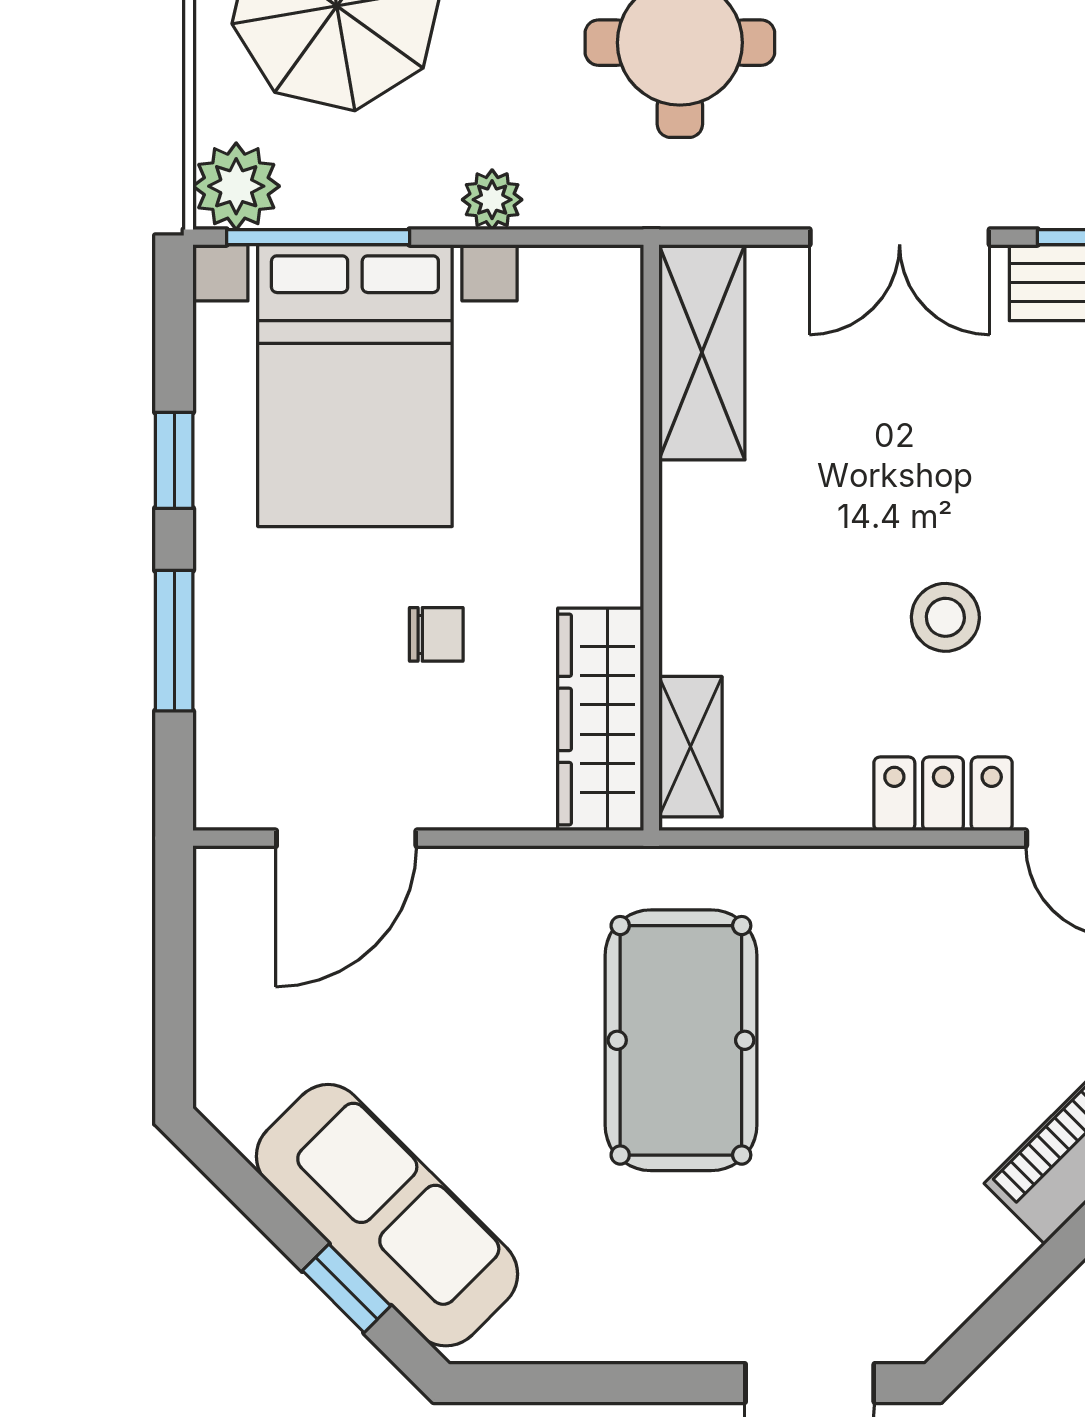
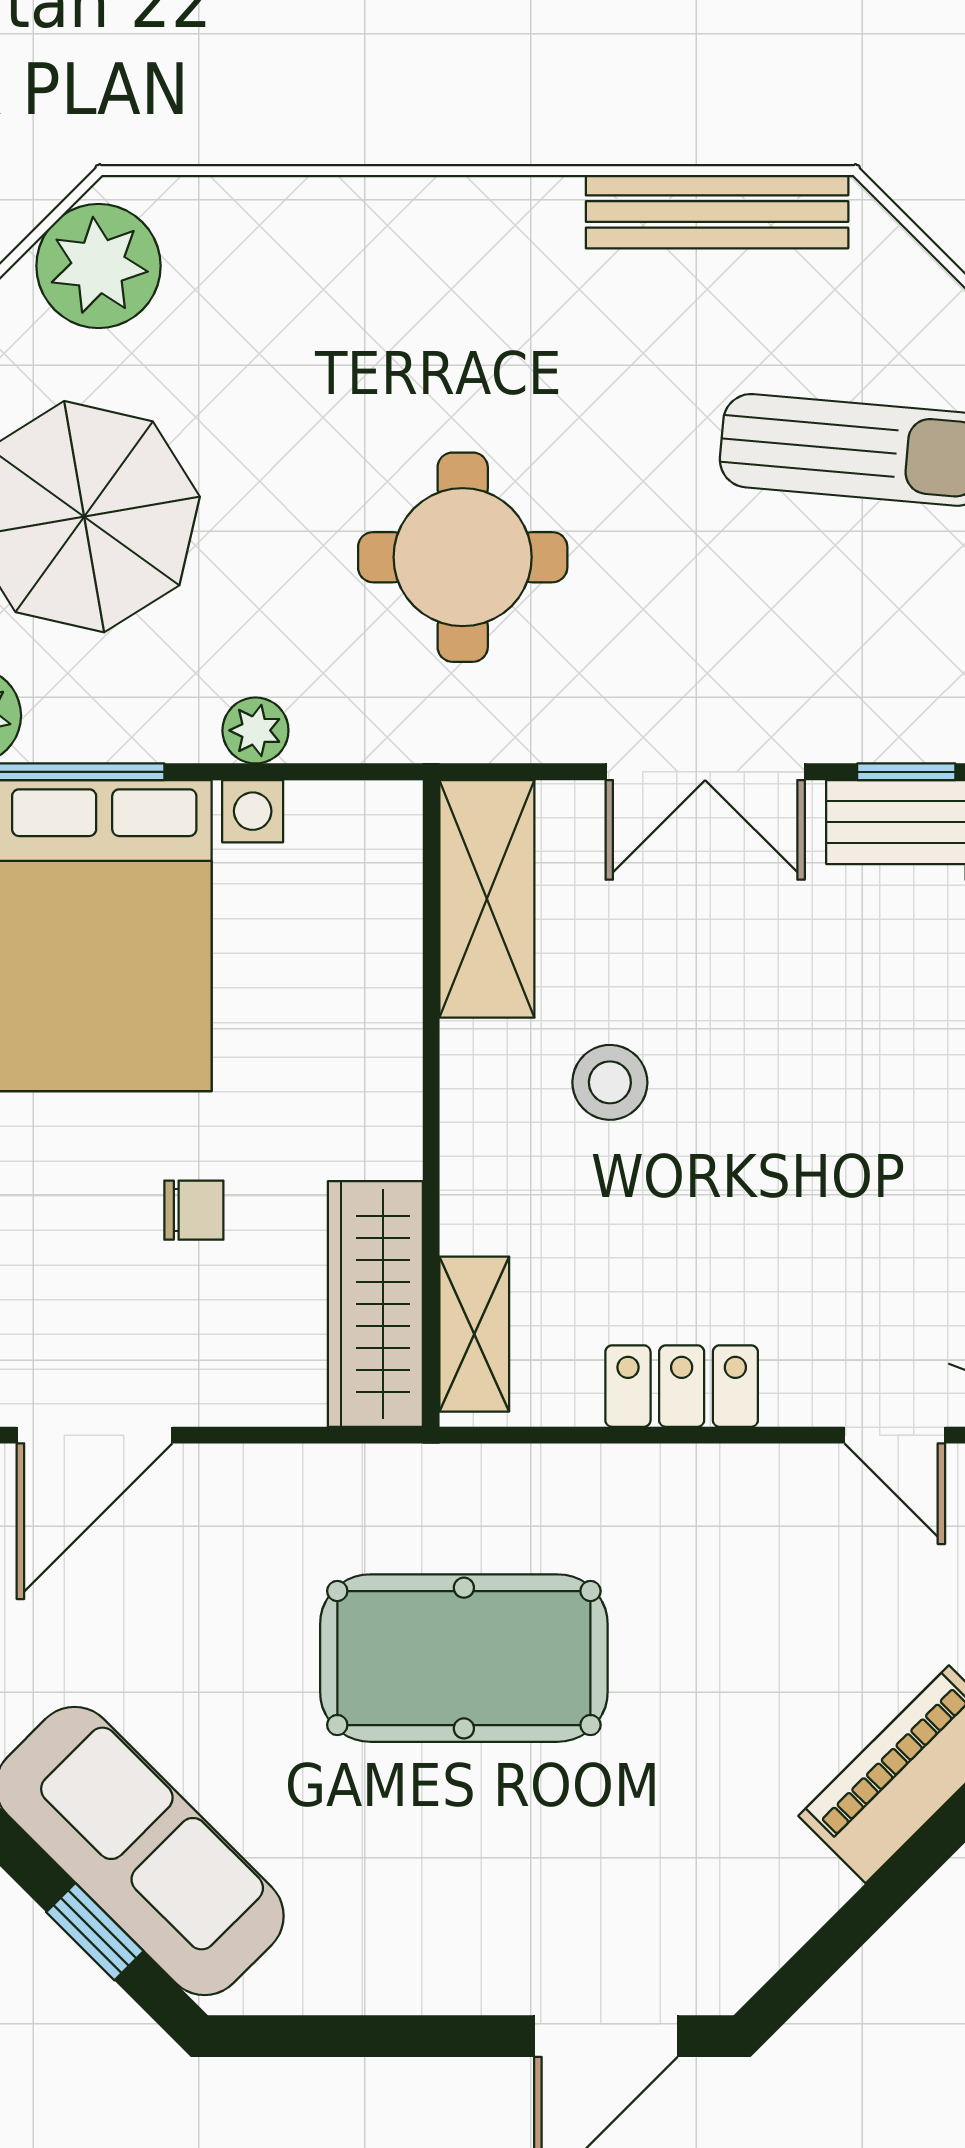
stool: (945, 617) -> (610, 1082), moved
locker: (943, 794) -> (682, 1386), moved
pool table: (681, 1040) -> (464, 1658), turned 90

